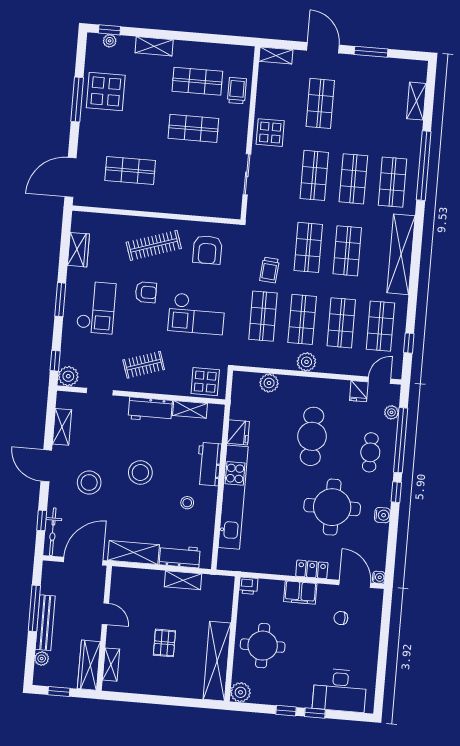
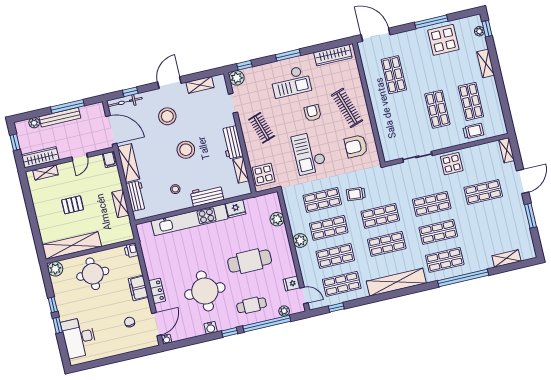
wardrobe: (78, 250) -> (333, 55), width x1.50
armchair: (146, 292) -> (313, 113), turned 180
filing cabinet: (121, 576) -> (109, 160), added

